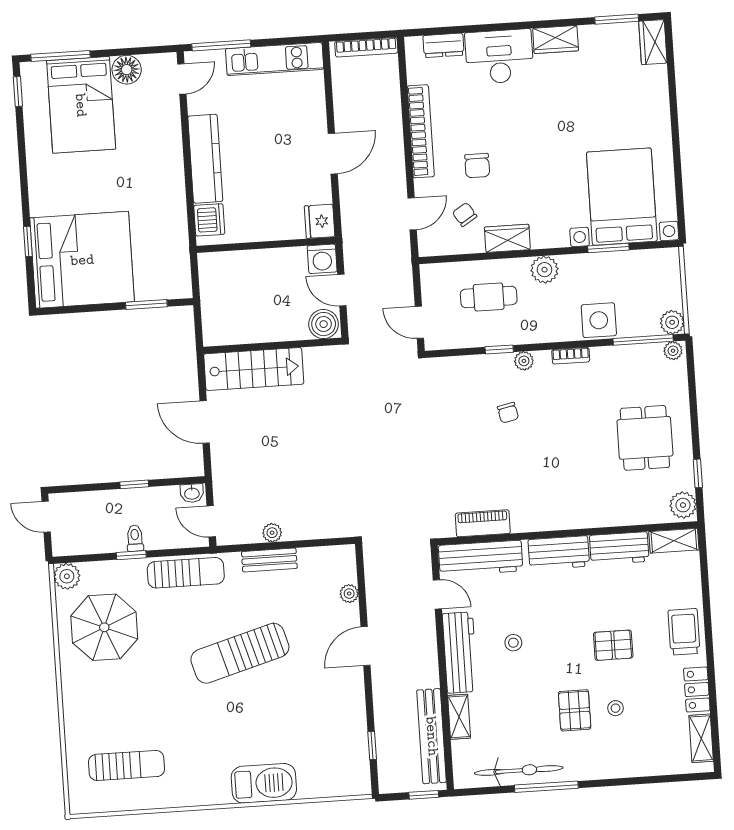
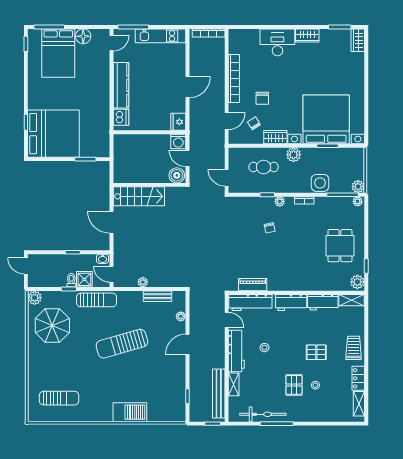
dresser: (444, 45) -> (249, 35), removed
bed with nightstands: (622, 197) -> (326, 119), width x1.36
shower: (160, 535) -> (84, 279), added
bench: (269, 560) -> (158, 296), moved

